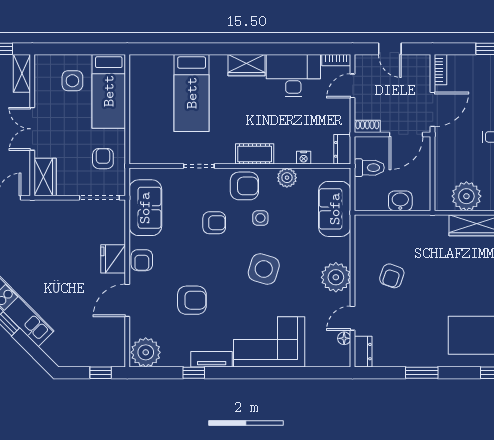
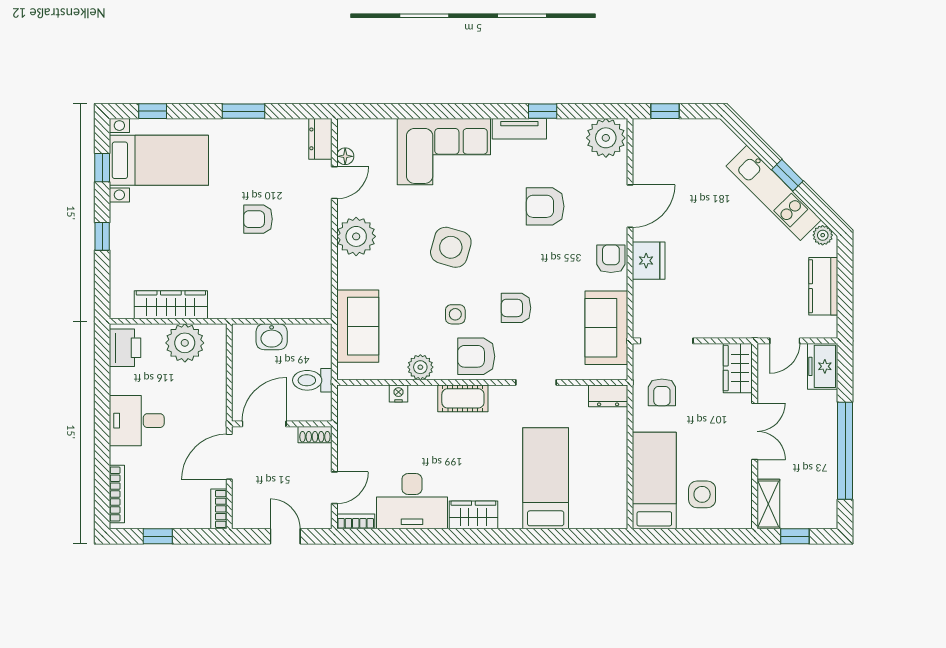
dresser: (342, 149) -> (608, 396), moved, turned 90
armchair: (392, 276) -> (258, 219), moved, turned -109

